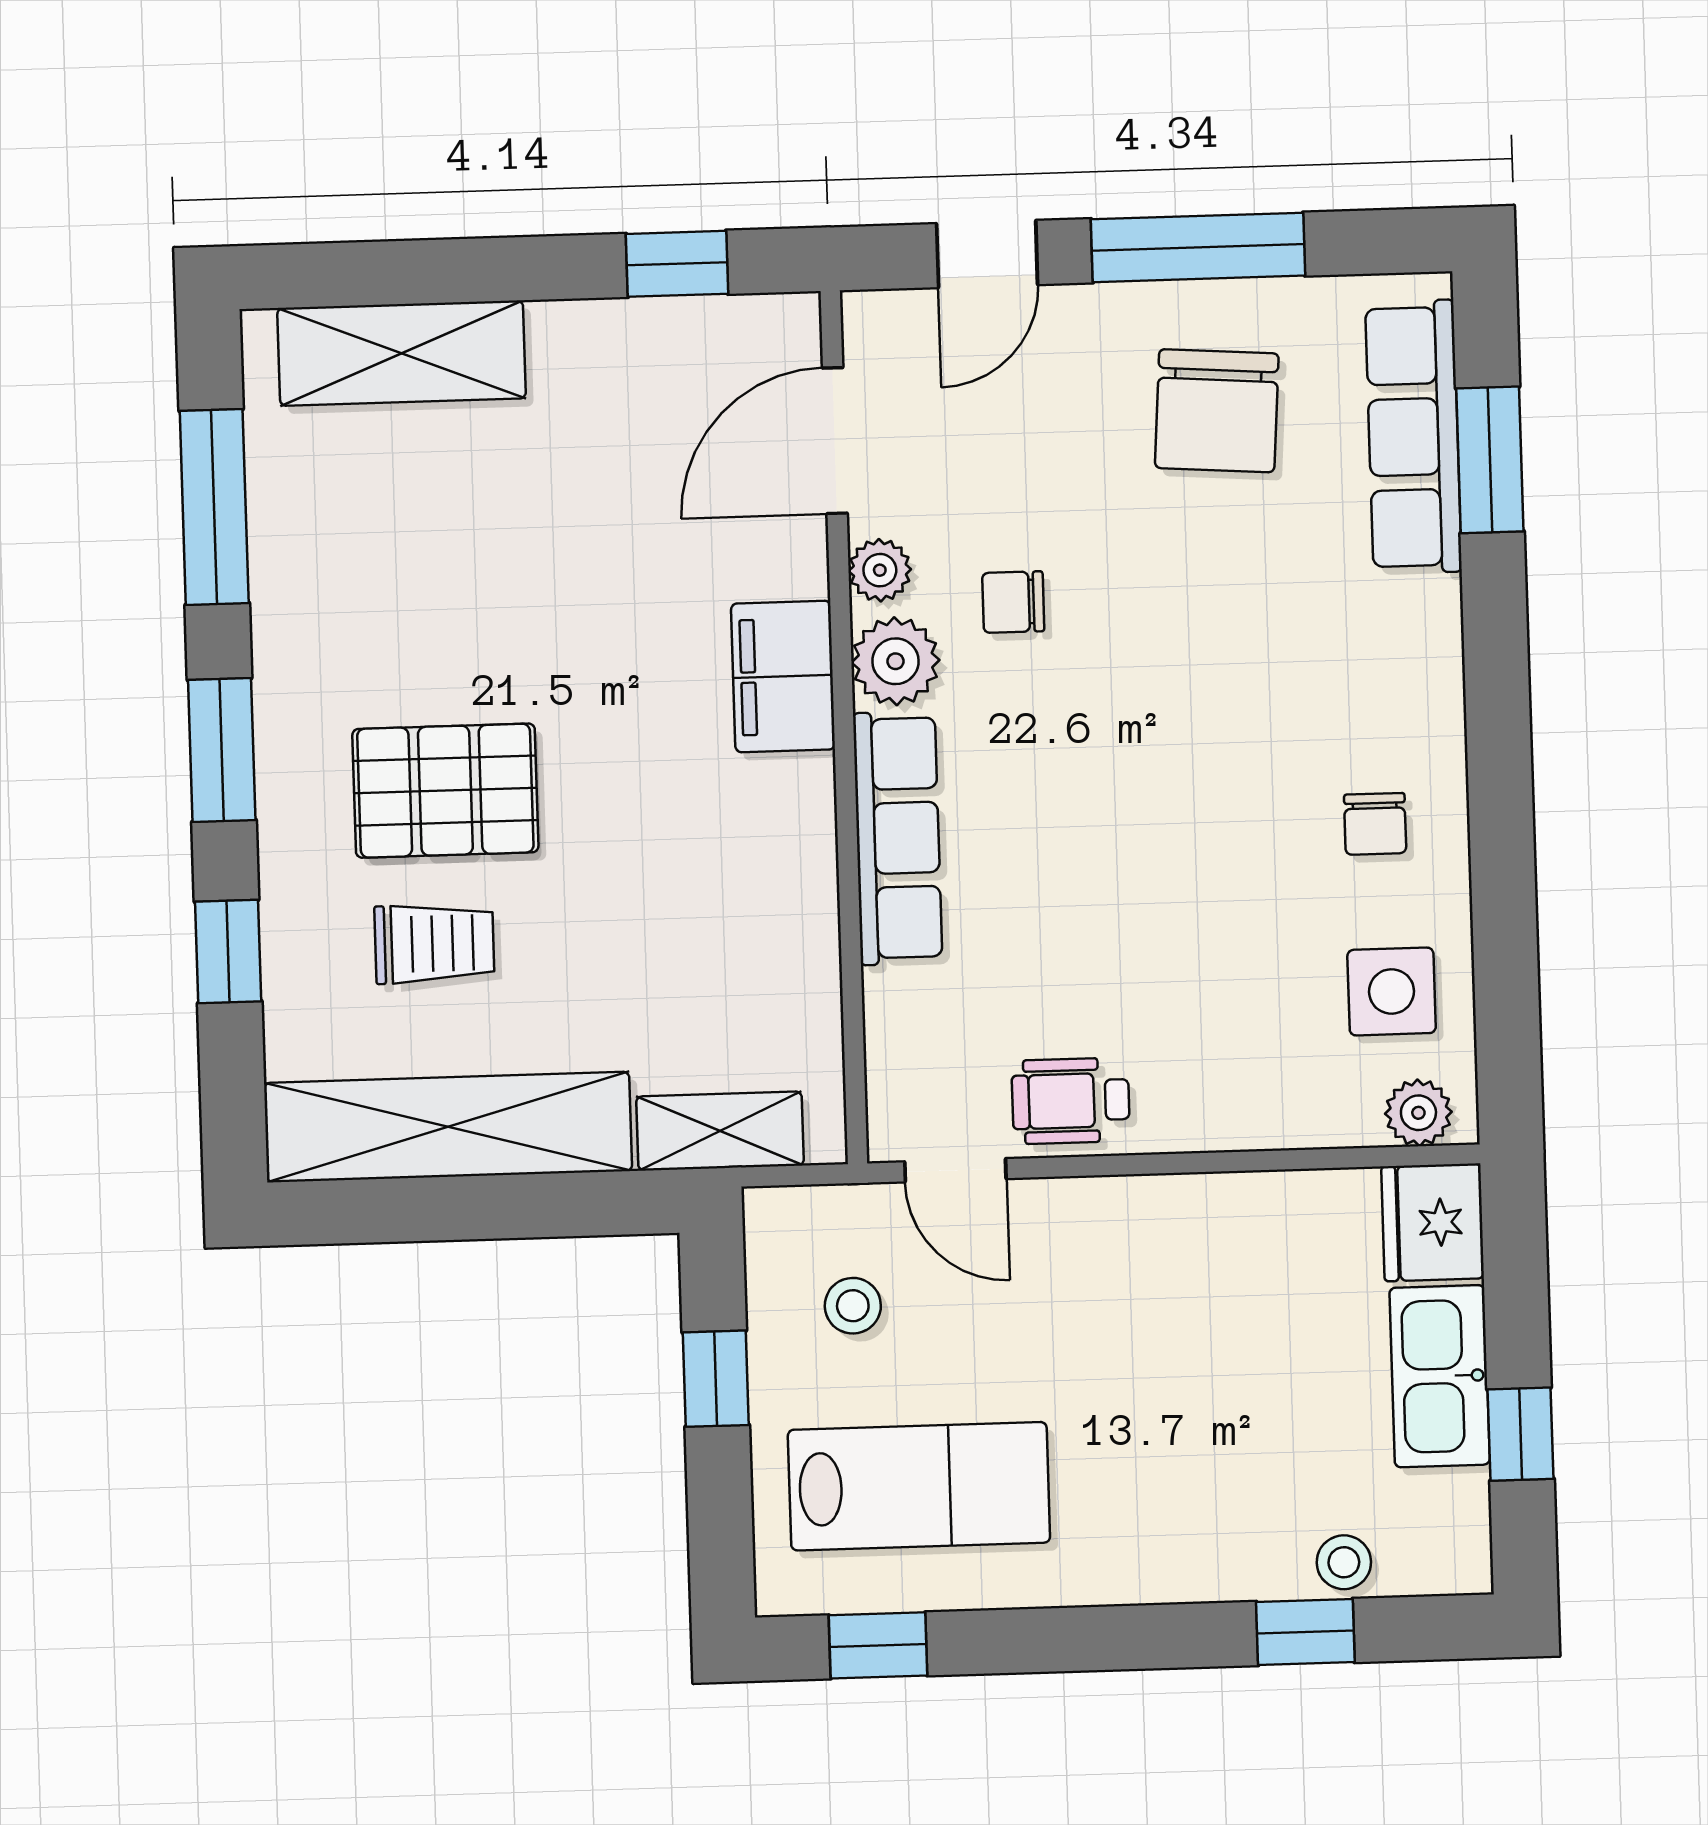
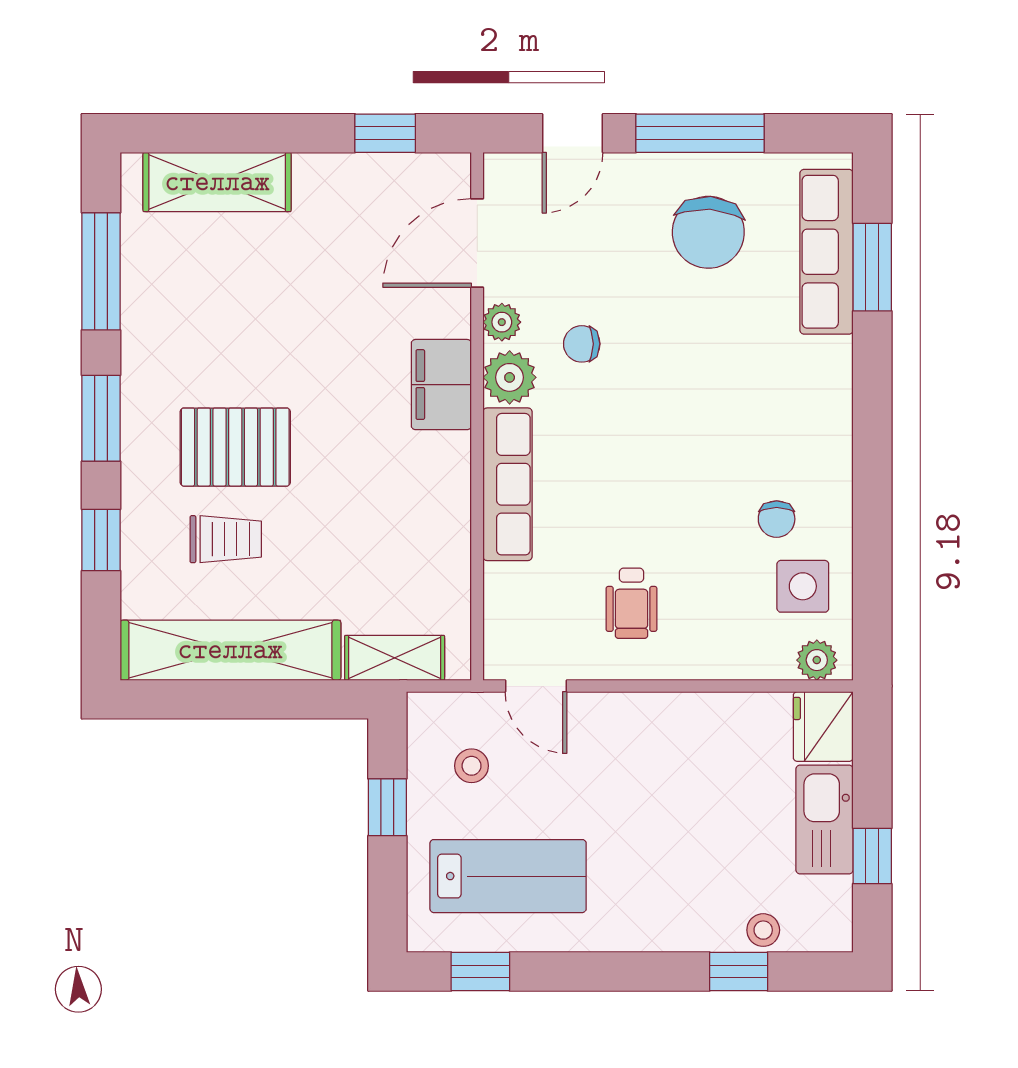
chair: (1375, 824) -> (777, 519), moved
wheelchair: (1071, 1101) -> (631, 603), moved, turned -90

